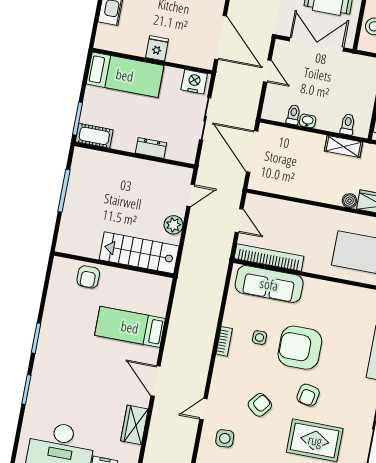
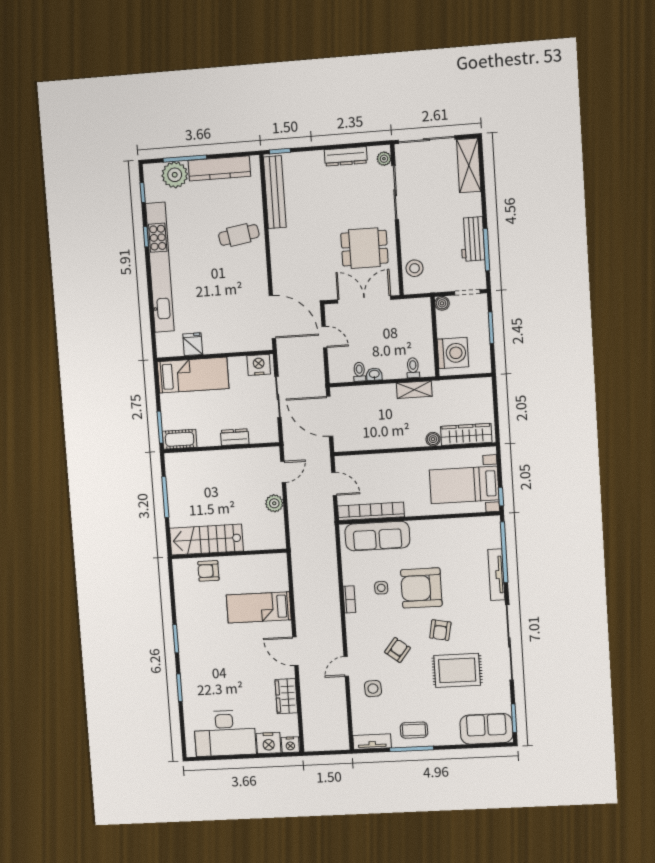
fridge: (157, 48) -> (193, 344), moved
stairs: (139, 253) -> (206, 540), moved
armchair: (88, 277) -> (208, 571), turned 90

